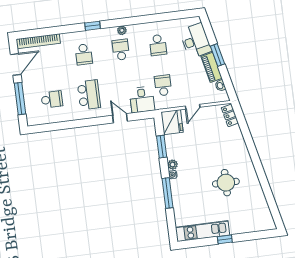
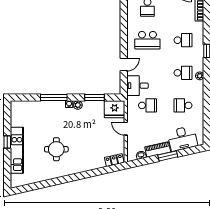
school desk: (84, 54) -> (183, 40), turned 180
kitchen unit: (203, 231) -> (17, 150), moved

